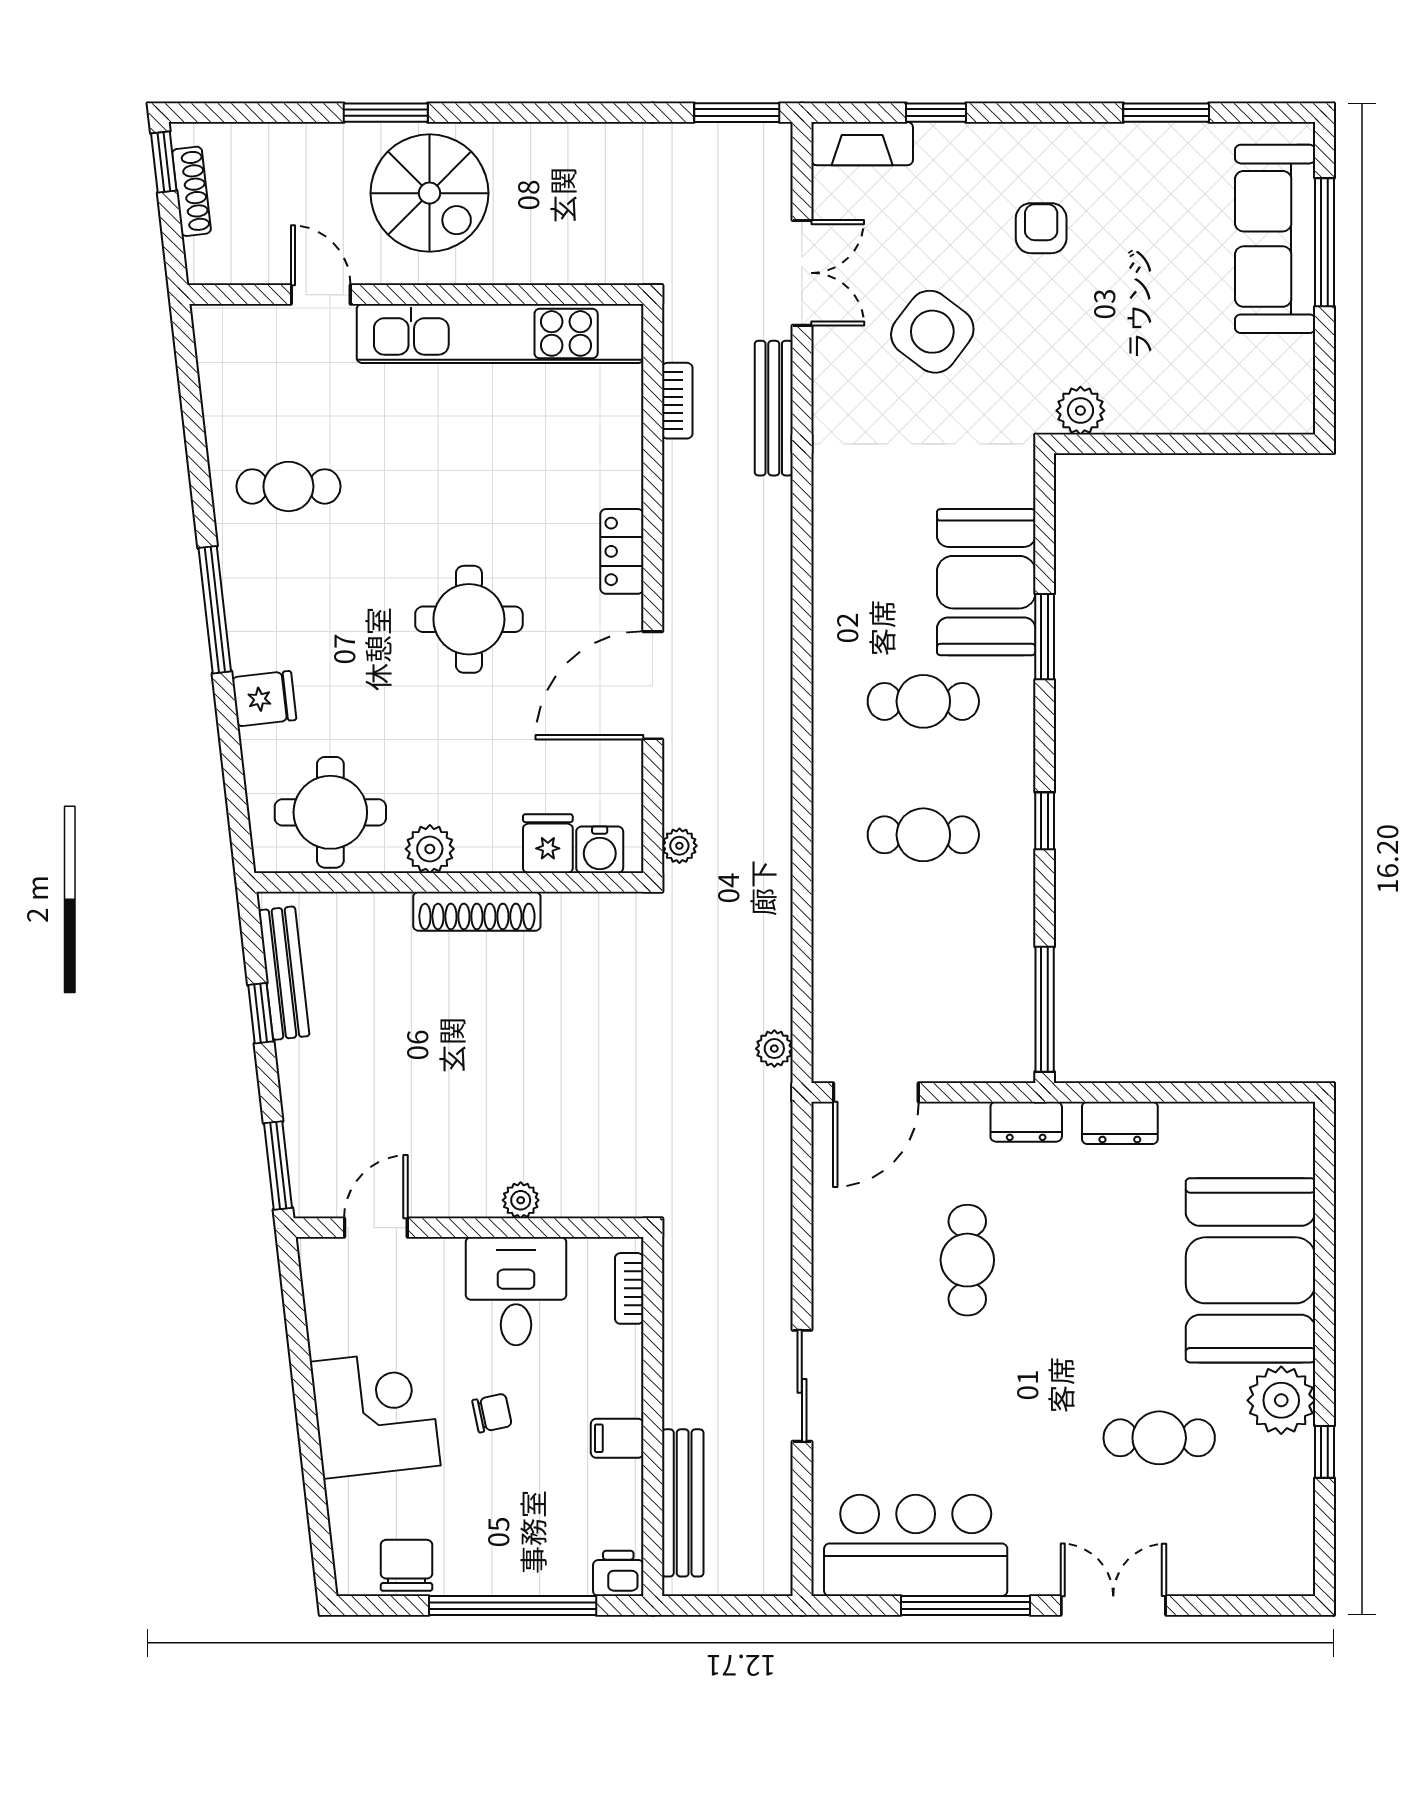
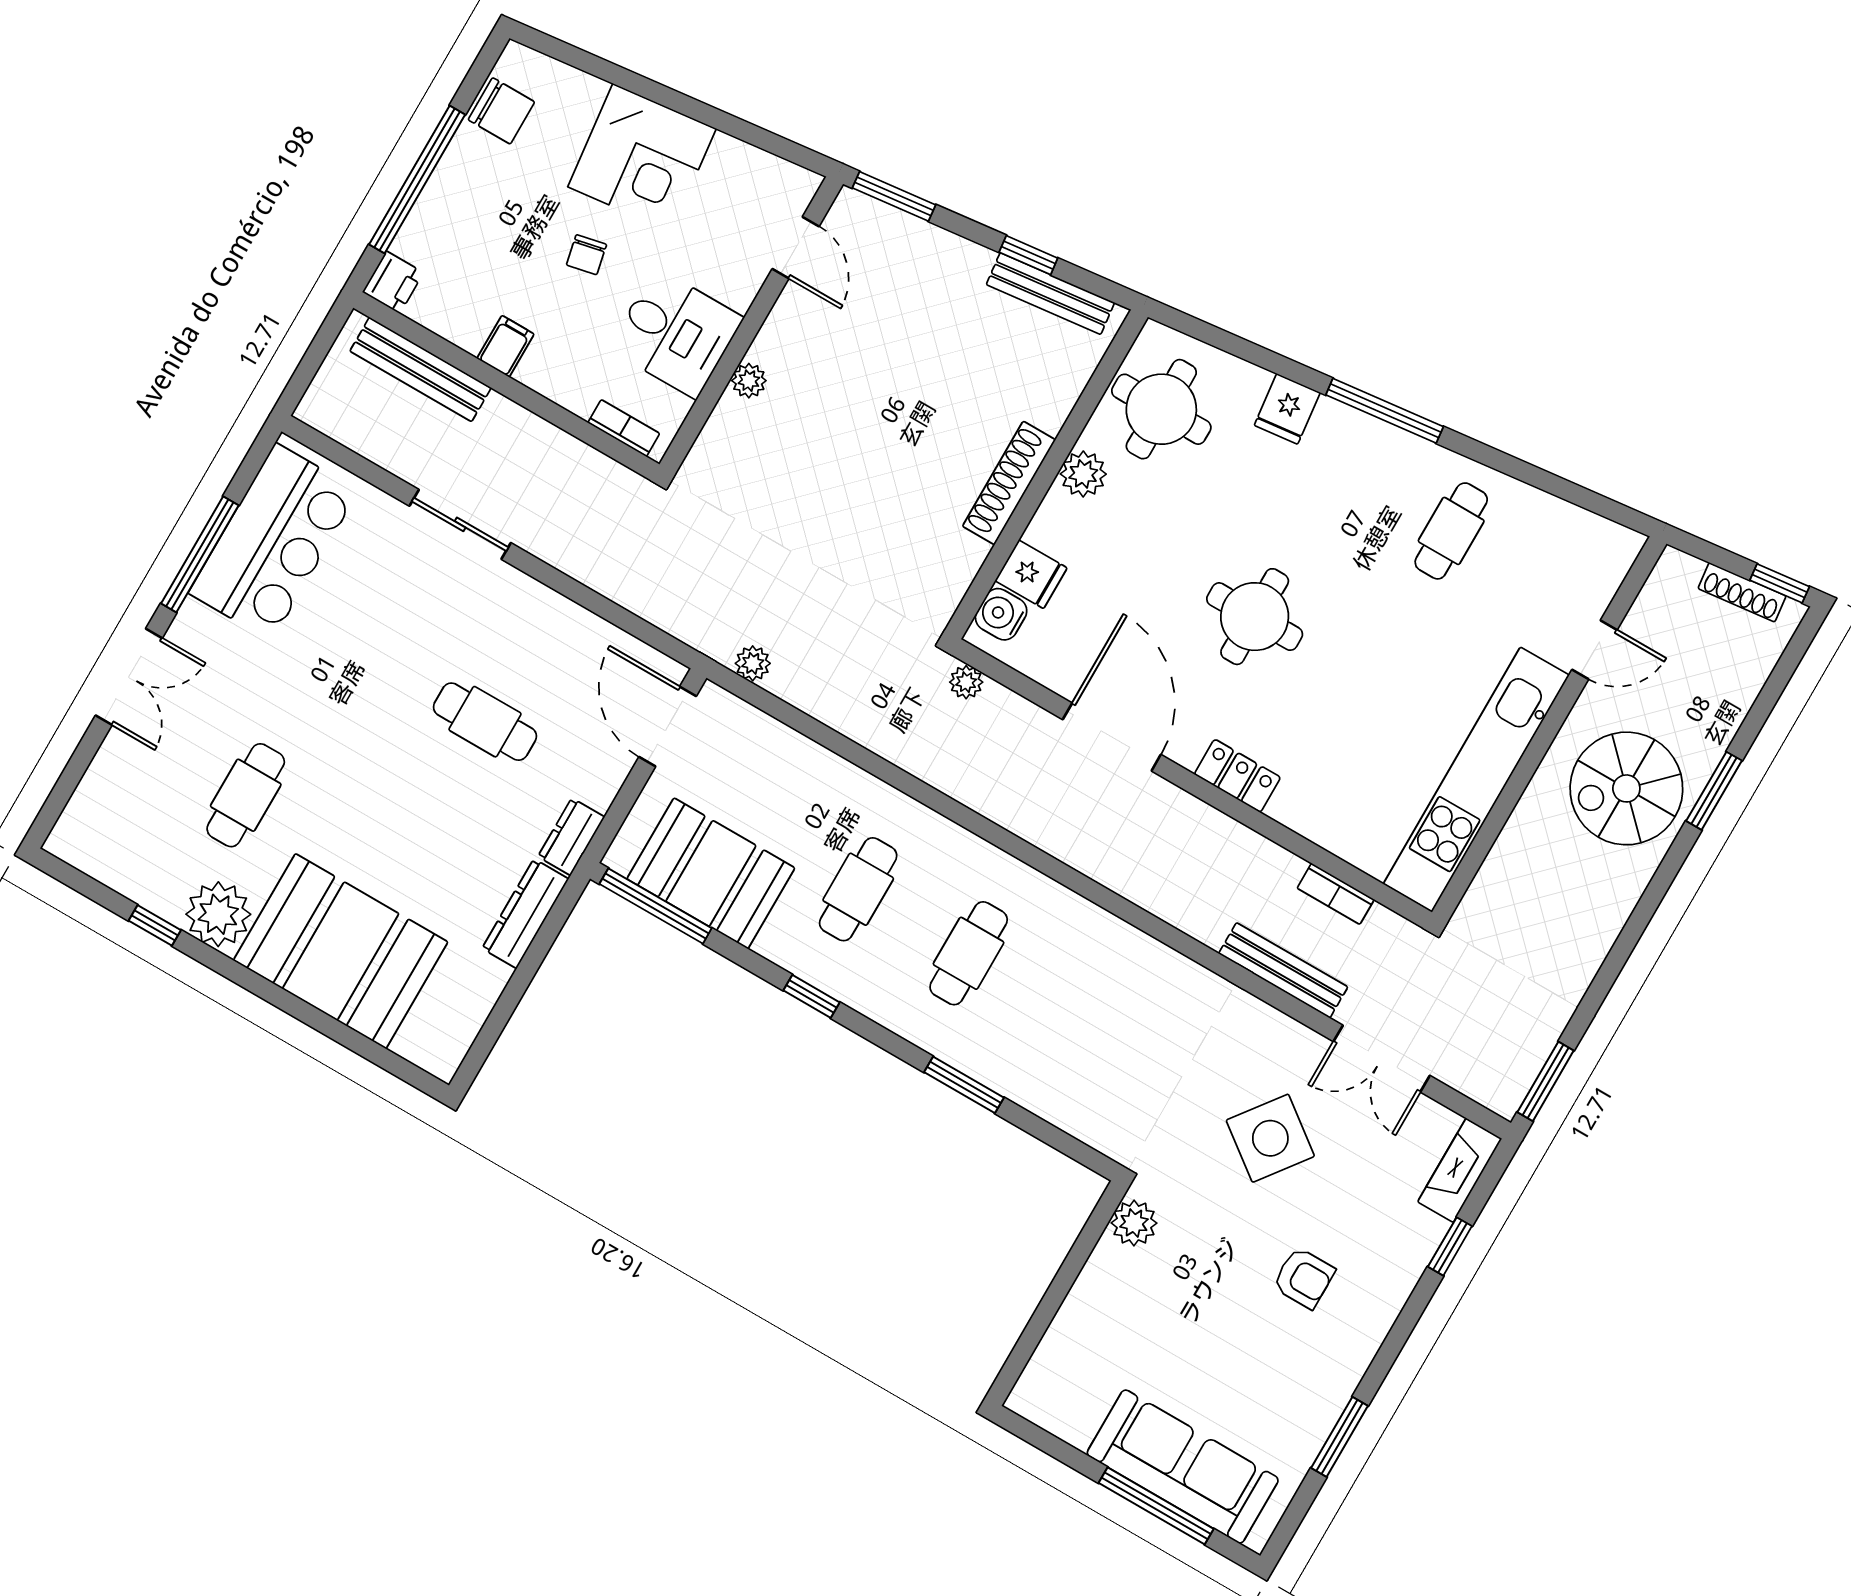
booth: (986, 582) -> (711, 873), moved
dresser: (1120, 1123) -> (525, 914), width x1.44

